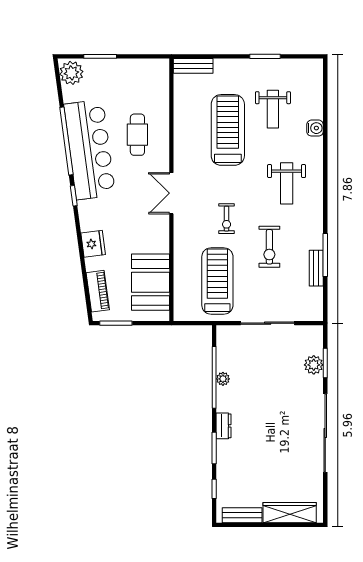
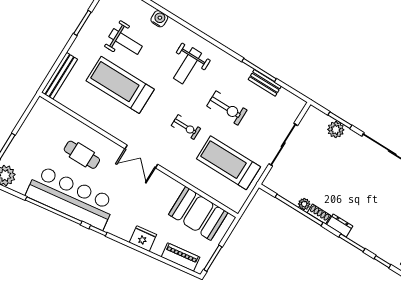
bench: (193, 66) -> (60, 76), width x1.36
weight bench: (287, 183) -> (187, 66), turned 90
shoe rack: (222, 399) -> (319, 214), added

